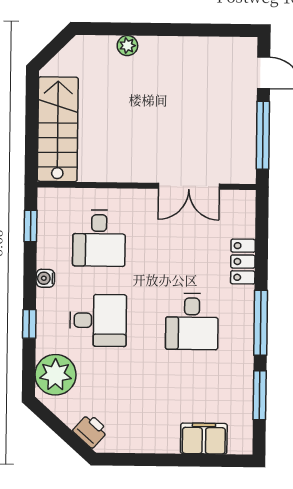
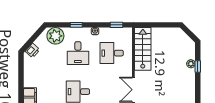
window: (134, 29) -> (198, 66), added
stairs: (58, 129) -> (143, 49), moved, turned -90

